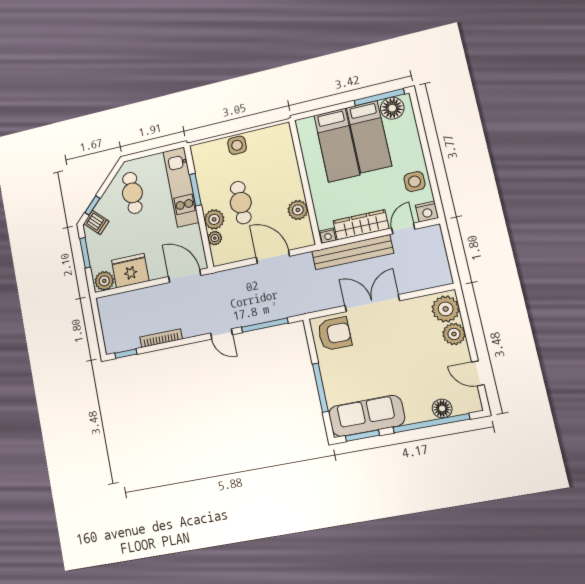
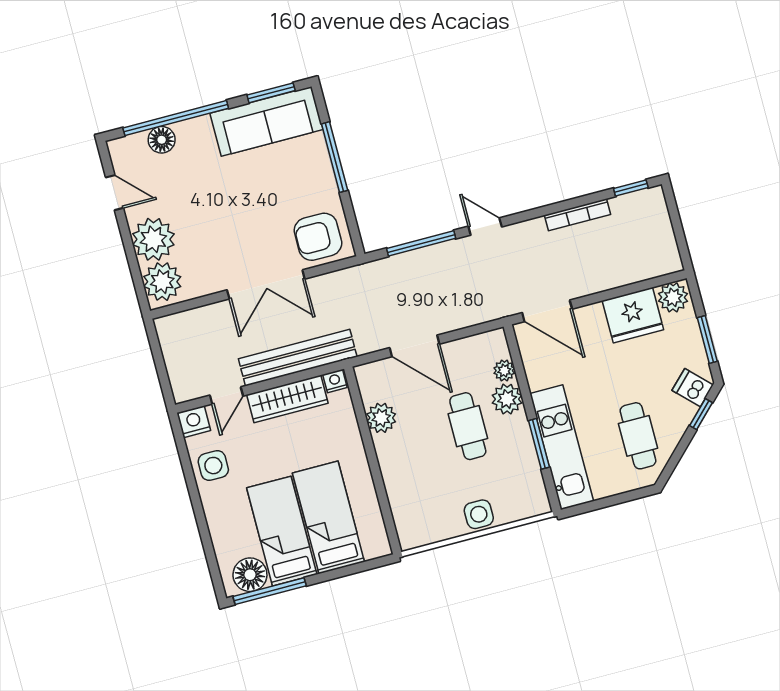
plant: (454, 334) -> (153, 239), width x1.36, depth x1.36

